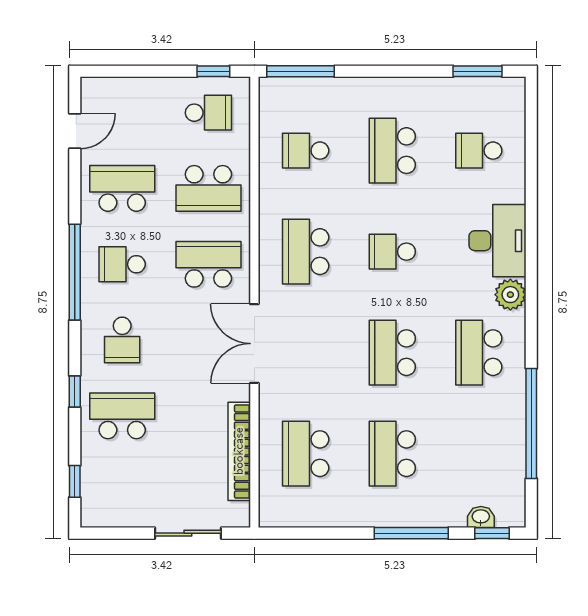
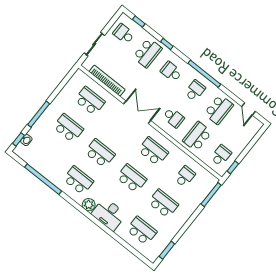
school desk: (208, 113) -> (221, 155), turned 180
school desk: (479, 151) -> (142, 231), width x1.85
school desk: (392, 252) -> (132, 178), width x1.85
school desk: (208, 264) -> (173, 118), width x0.54
school desk: (122, 492) -> (124, 34), added

